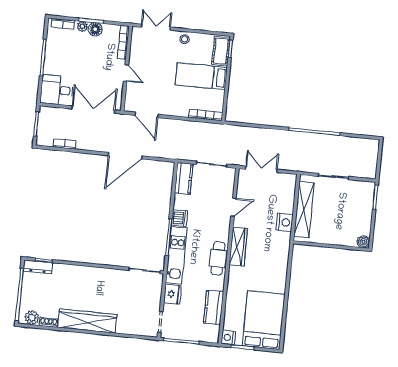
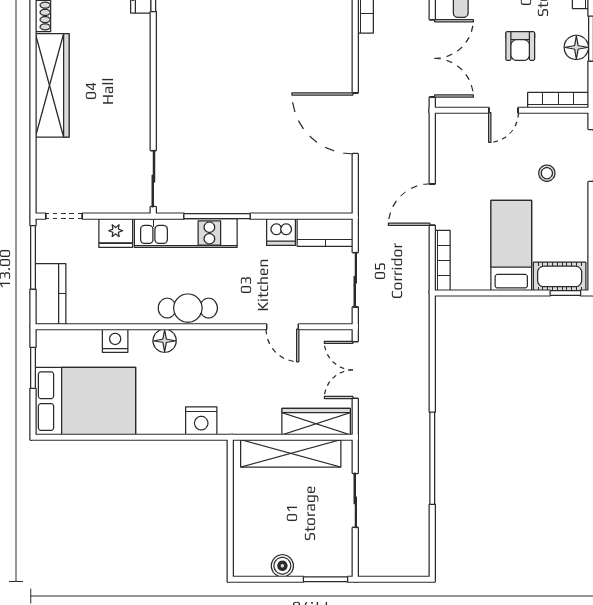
plant: (82, 26) -> (579, 24), removed
stool: (185, 39) -> (547, 173), moved
armchair: (91, 60) -> (520, 46), added
door: (147, 115) -> (432, 205), moved
double door: (261, 169) -> (355, 370), swing flipped
dishwasher: (179, 218) -> (281, 232), moved
nightstand: (284, 222) -> (201, 421), moved
boiler: (363, 242) -> (282, 566), moved
wardrobe: (238, 247) -> (316, 422), moved, turned 180
floor lamp: (235, 273) -> (165, 341), added
kitchen counter: (214, 307) -> (51, 294), moved, turned 90
nightstand: (228, 337) -> (115, 341), moved

